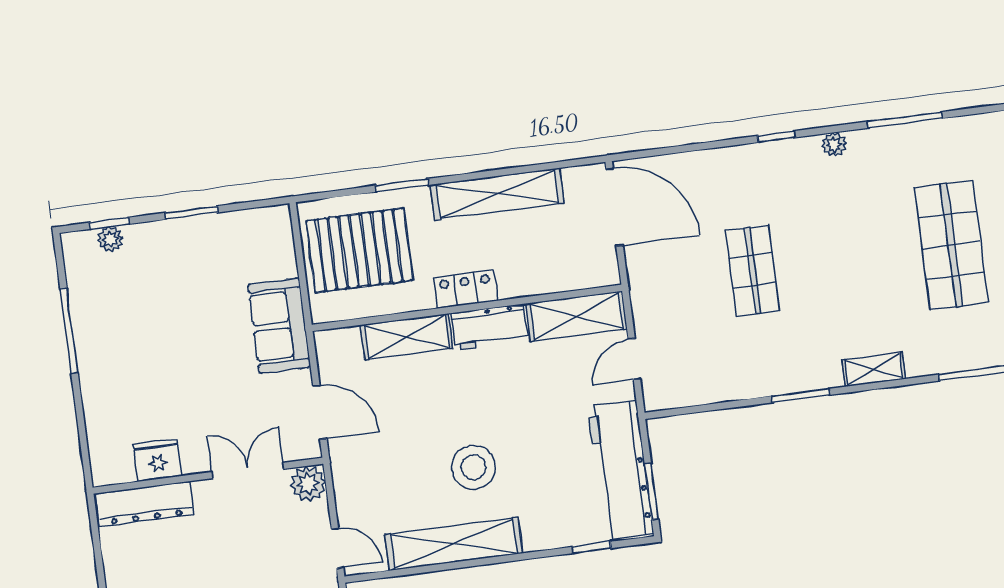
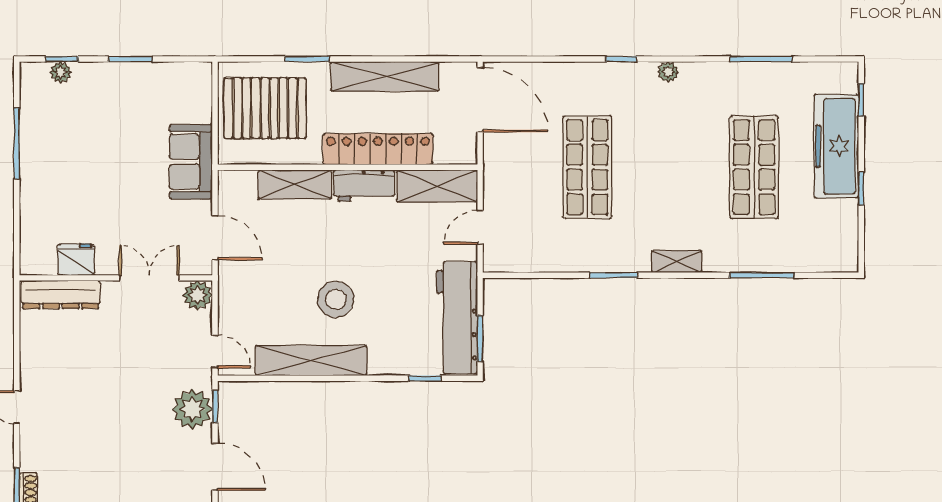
window: (905, 120) -> (761, 59), moved
shop shelf: (753, 271) -> (587, 167), width x1.43, depth x1.36
locker: (466, 289) -> (378, 149), width x2.16, depth x1.21

